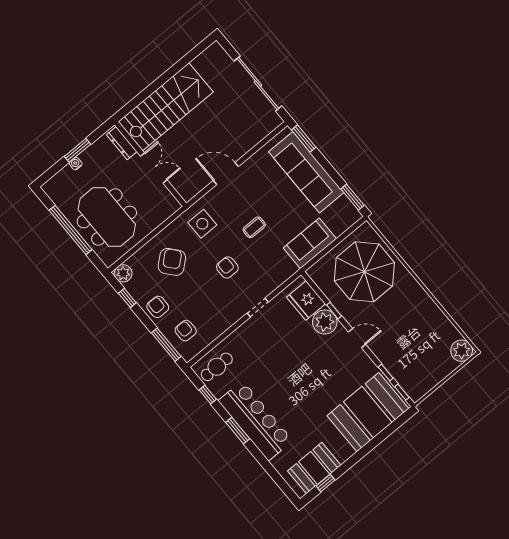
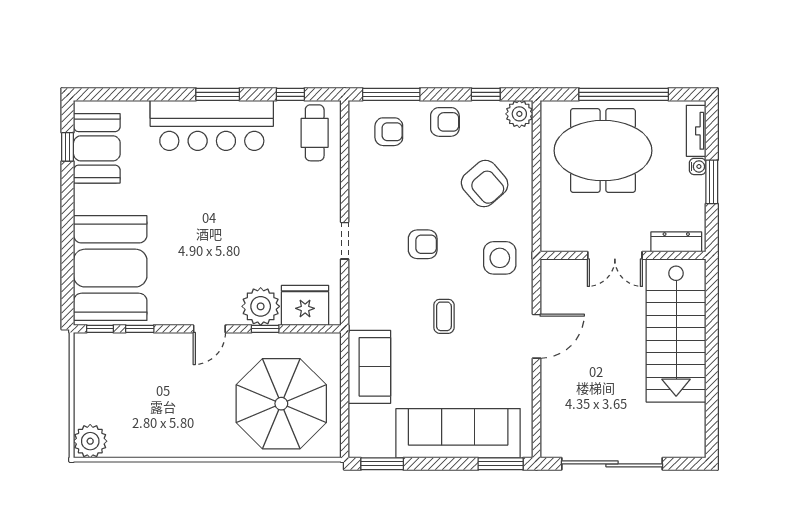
tv unit: (59, 179) -> (696, 131), added

